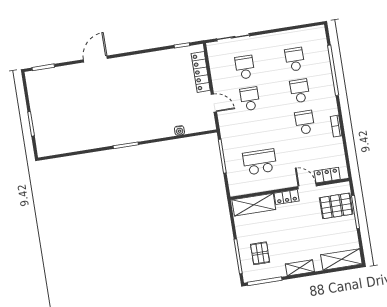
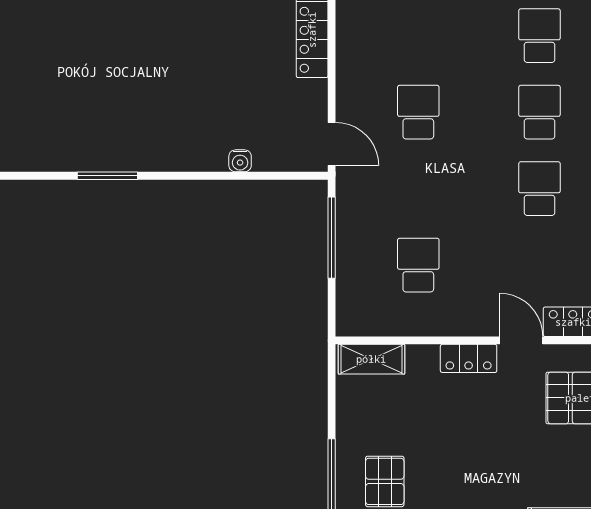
school desk: (245, 67) -> (418, 36), removed
door: (214, 103) -> (332, 144), moved
school desk: (260, 162) -> (418, 265), width x0.54
shelving: (254, 205) -> (371, 359), width x0.67, depth x0.75

